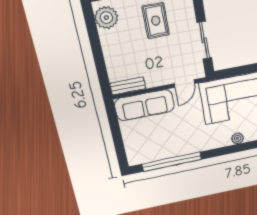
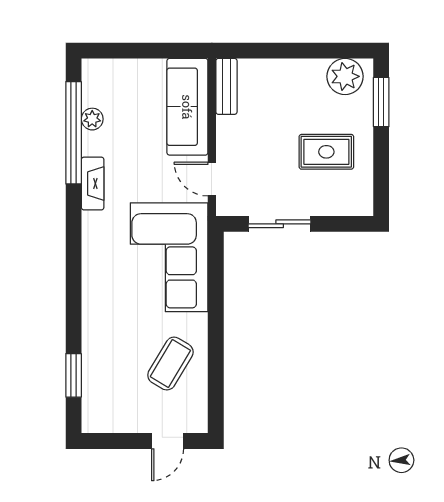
plant: (238, 138) -> (92, 119), moved
fireplace: (198, 146) -> (93, 184), added

